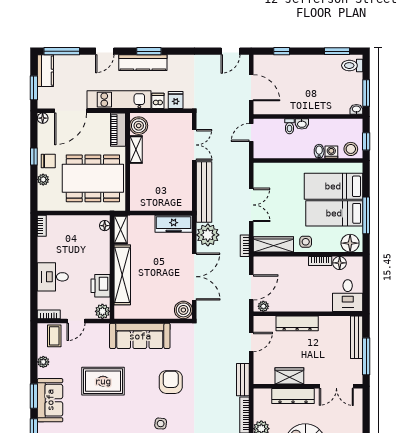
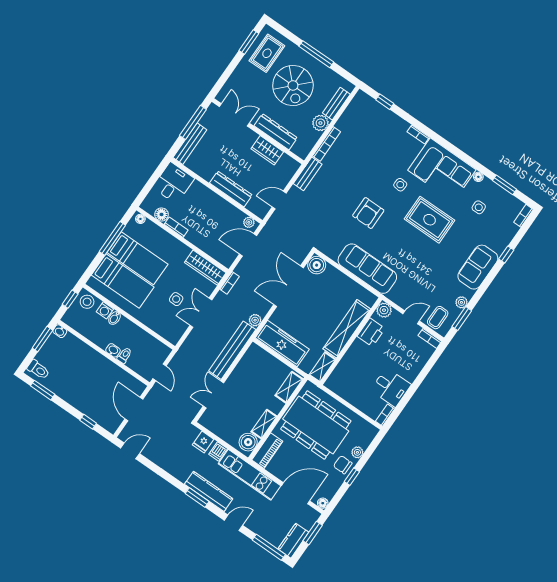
door: (251, 133) -> (160, 372), hinge flipped
shelving: (136, 194) -> (289, 387), added
freezer: (174, 224) -> (282, 343), width x1.36, depth x1.26
floor lamp: (105, 226) -> (333, 379), removed
plant: (208, 235) -> (255, 320), width x0.53, depth x0.53
side table: (306, 242) -> (176, 299), moved
floor lamp: (350, 243) -> (140, 219), width x0.53, depth x0.53
desk: (53, 277) -> (391, 387), moved
rug: (103, 381) -> (430, 220), moved
window: (34, 396) -> (462, 319), moved

